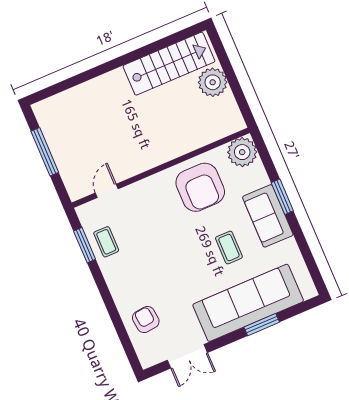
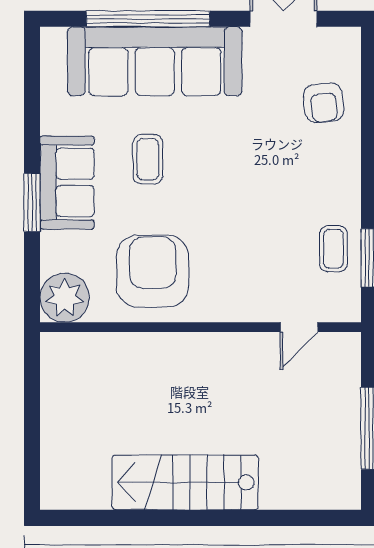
stairs: (169, 64) -> (185, 482), moved
plant: (213, 82) -> (64, 425), removed
window: (262, 325) -> (148, 19), width x2.11

